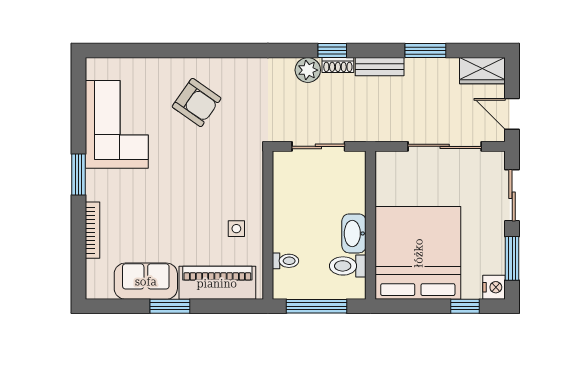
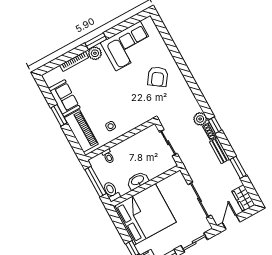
plant: (98, 187) -> (95, 53), added
toilet: (348, 266) -> (111, 191), moved

